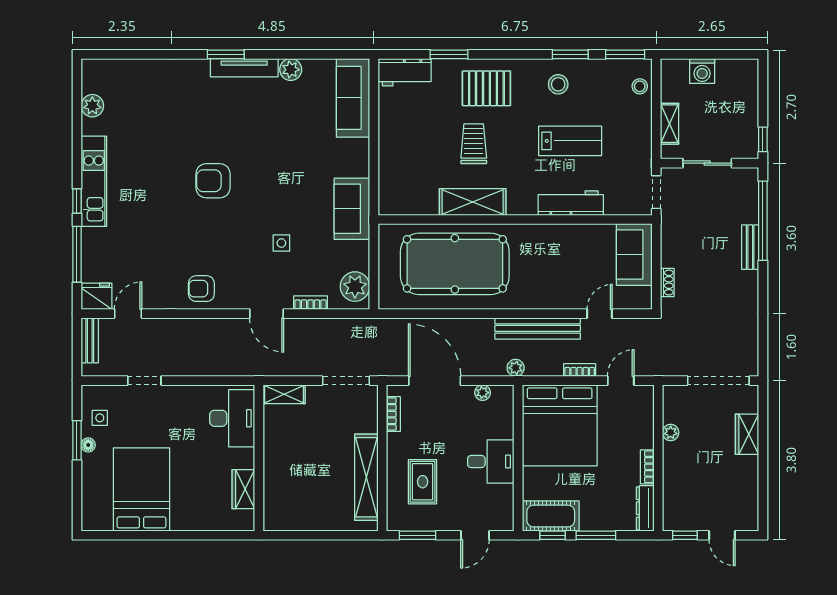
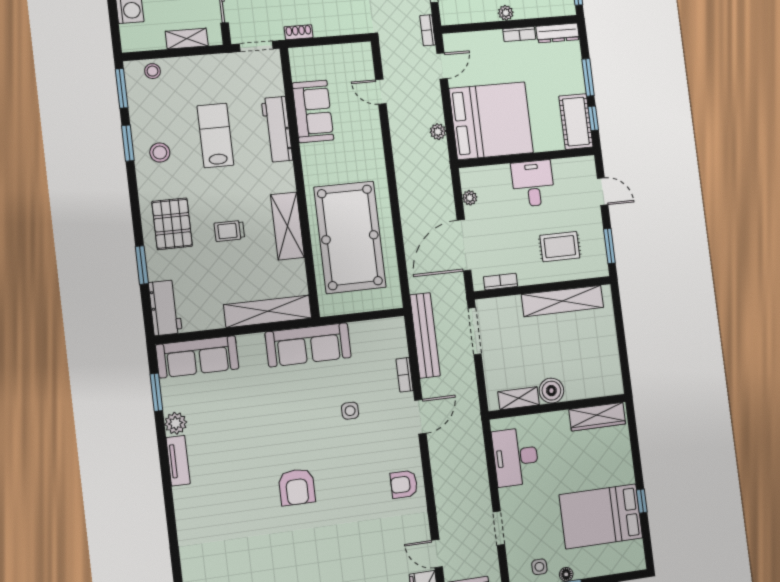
window: (226, 54) -> (156, 392), moved
tv unit: (244, 68) -> (178, 461), width x0.71
trolley: (474, 144) -> (229, 231), width x0.73, depth x0.72
shelving: (390, 172) -> (268, 311), added
sofa: (352, 209) -> (308, 345), width x1.36
sofa: (634, 255) -> (313, 111), moved, turned -90
shoe rack: (667, 283) -> (299, 32), moved
plant: (355, 287) -> (384, 333), removed
armchair: (201, 289) -> (404, 484), turned 90
bench: (538, 328) -> (425, 335), moved
plant: (516, 368) -> (438, 132), moved
bookcase: (580, 370) -> (428, 30), moved
door: (621, 381) -> (442, 66), swing flipped
shelving: (284, 394) -> (519, 398), moved, turned 90
desk: (232, 418) -> (516, 457), moved, turned -90
plant: (671, 433) -> (506, 13), moved
boiler: (276, 454) -> (551, 391), added
wardrobe: (243, 489) -> (597, 417), width x1.50
window: (151, 535) -> (642, 501), added

